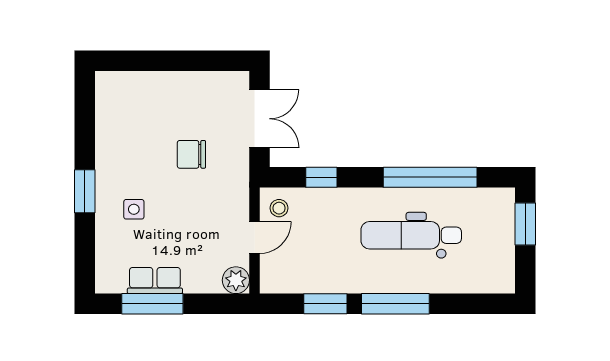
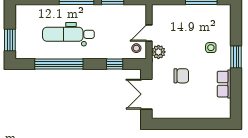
dental chair: (411, 235) -> (68, 34), turned 180
plant: (236, 280) -> (158, 52), moved
row of seats: (155, 281) -> (224, 84), moved, turned 90

